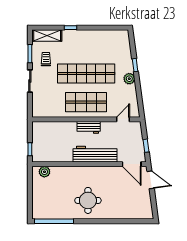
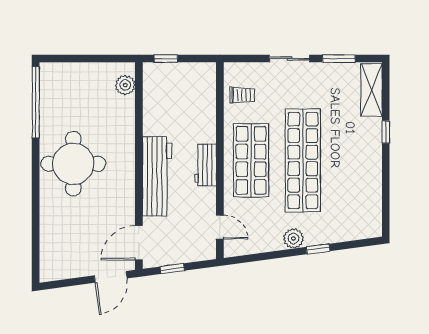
trolley: (46, 59) -> (242, 95), moved
round table: (88, 200) -> (73, 164), width x1.36, depth x1.36

